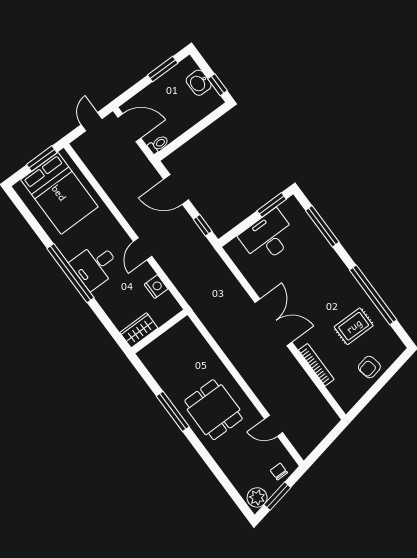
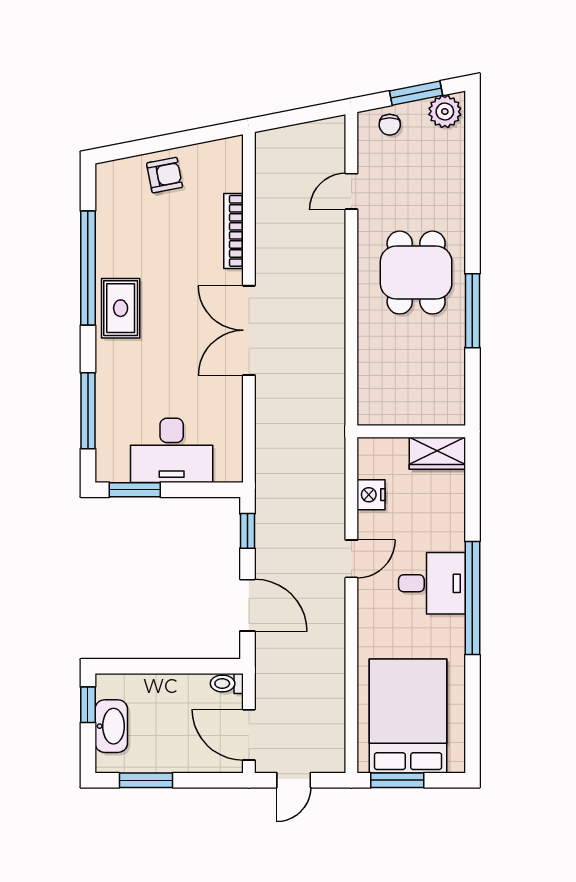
washbasin: (199, 83) -> (111, 726), width x1.38
rug: (354, 326) -> (121, 308), moved, turned 90
door: (274, 426) -> (351, 191), swing flipped

